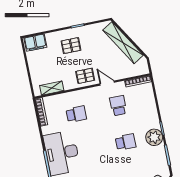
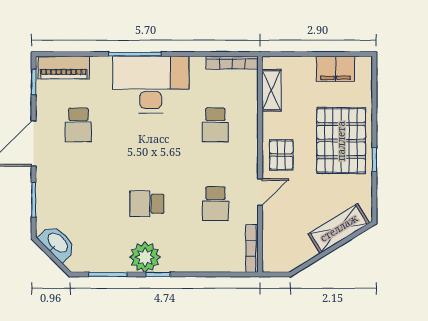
filing cabinet: (35, 43) -> (335, 69), moved, turned -90
shelving: (123, 43) -> (339, 228), width x0.68
pallet: (71, 46) -> (341, 141), width x2.05, depth x2.00
school desk: (118, 106) -> (215, 204), turned 90
school desk: (126, 142) -> (147, 204), turned 90

